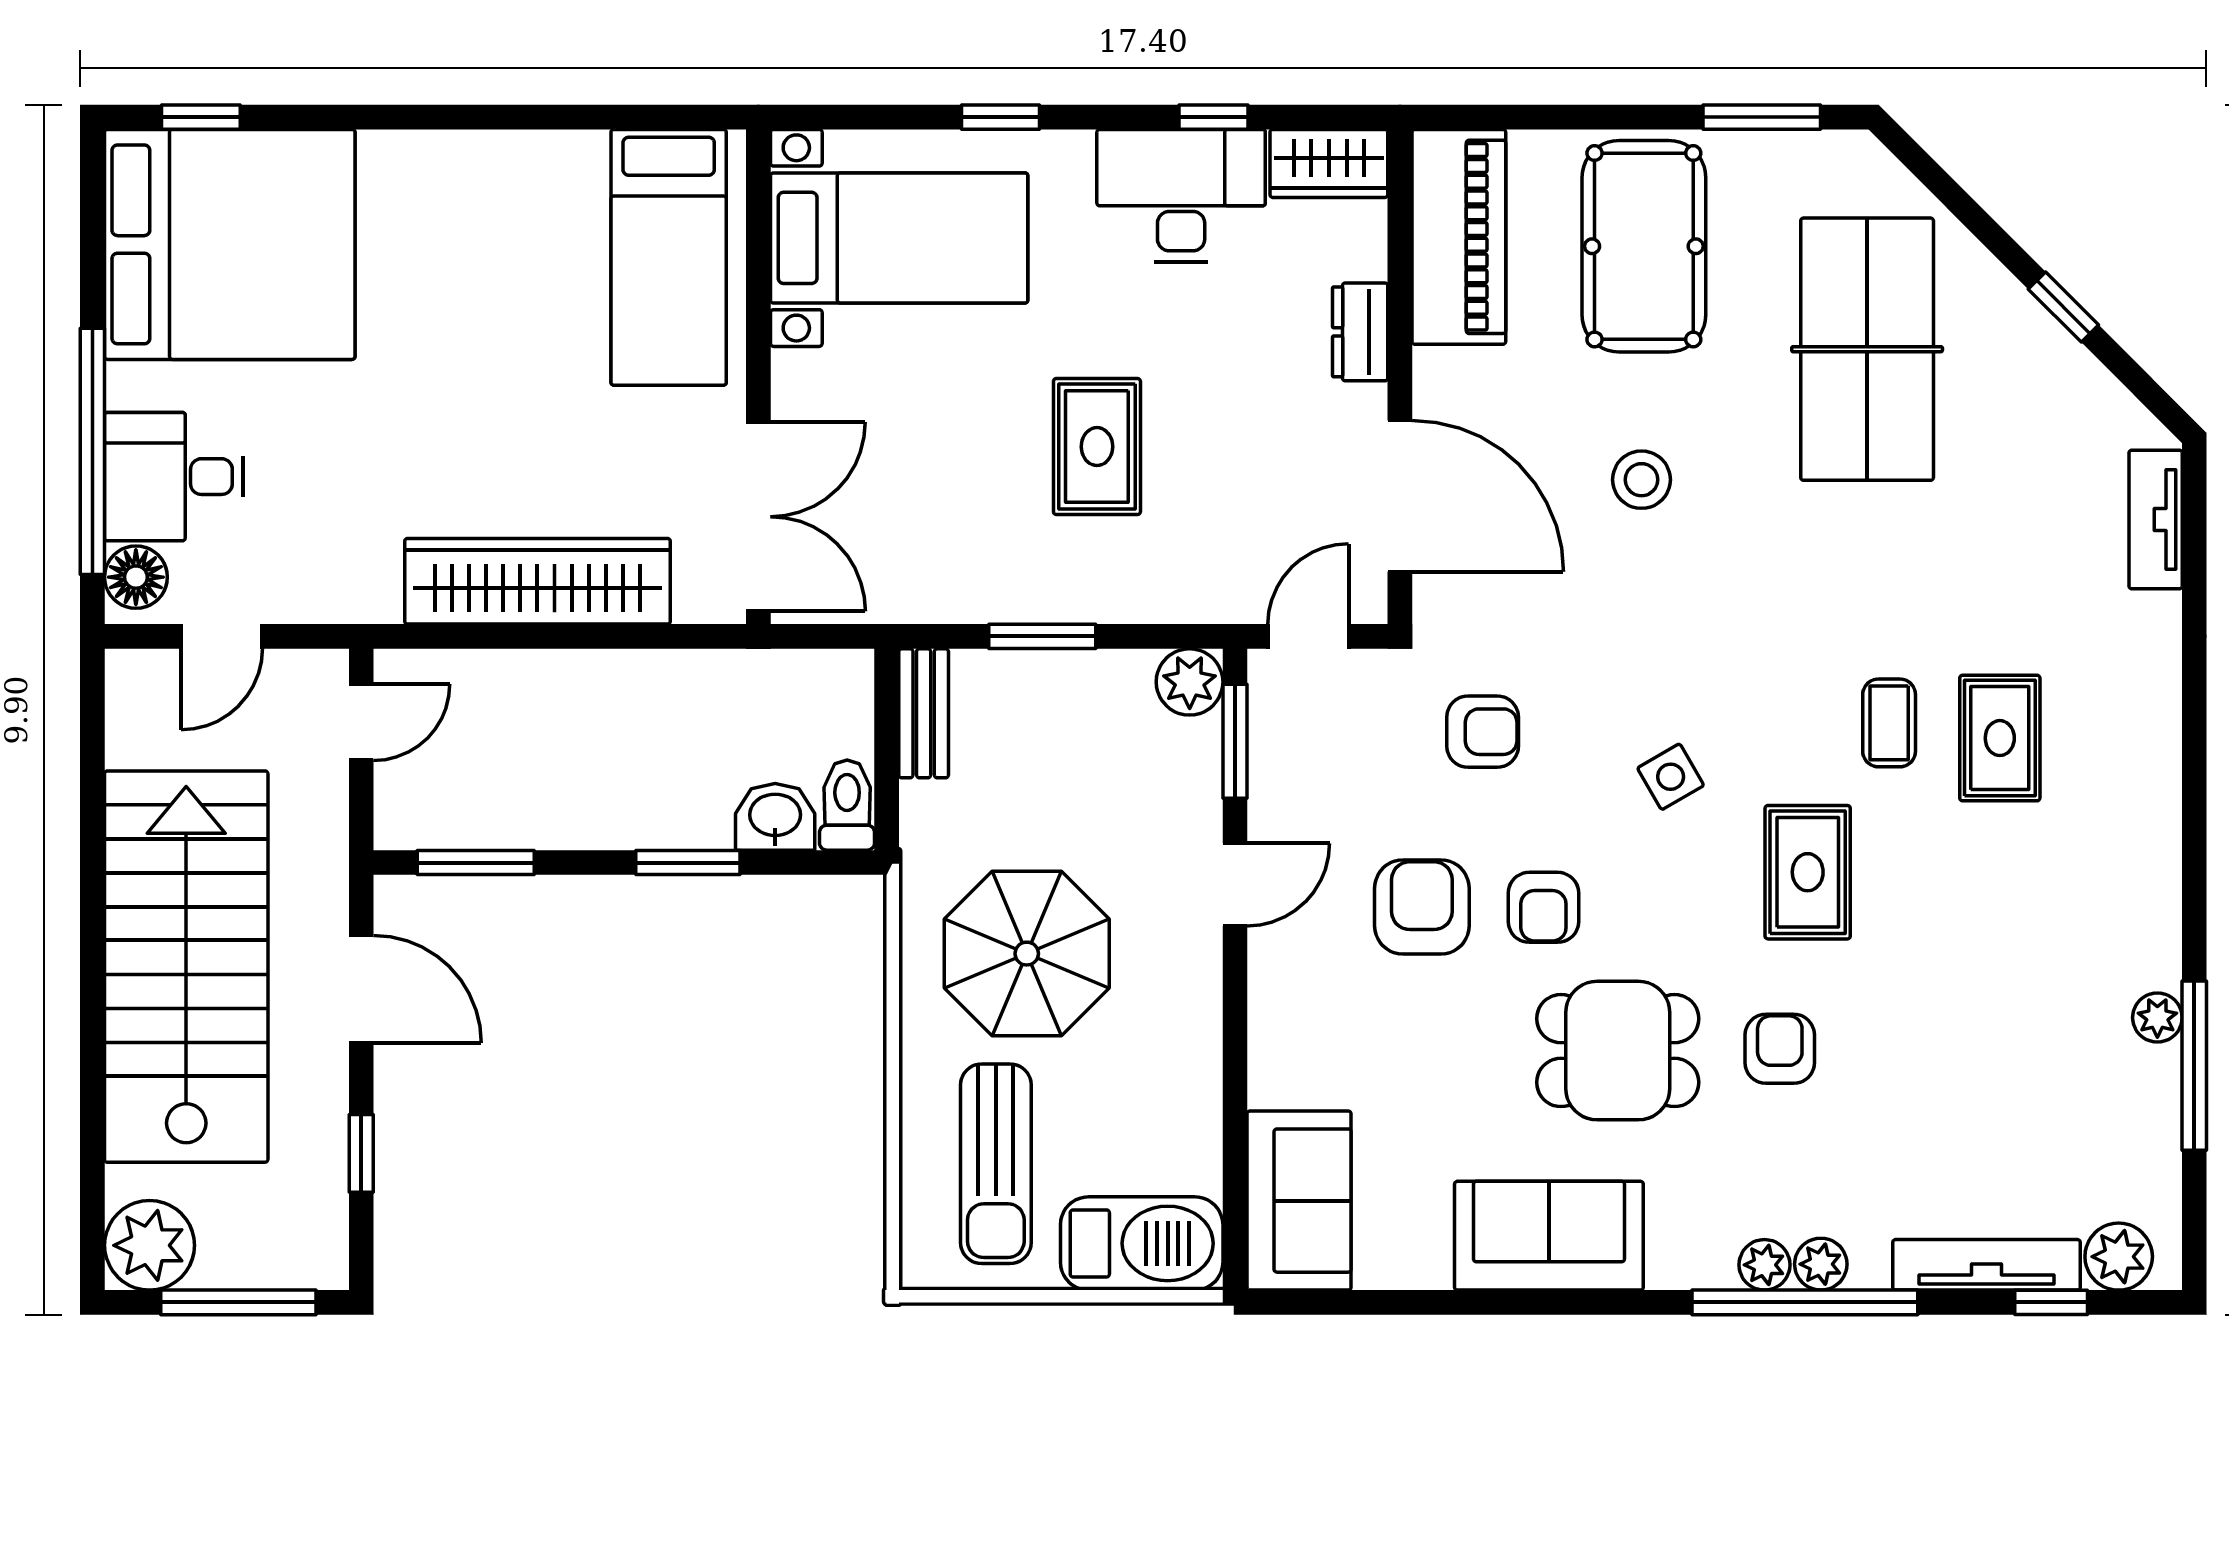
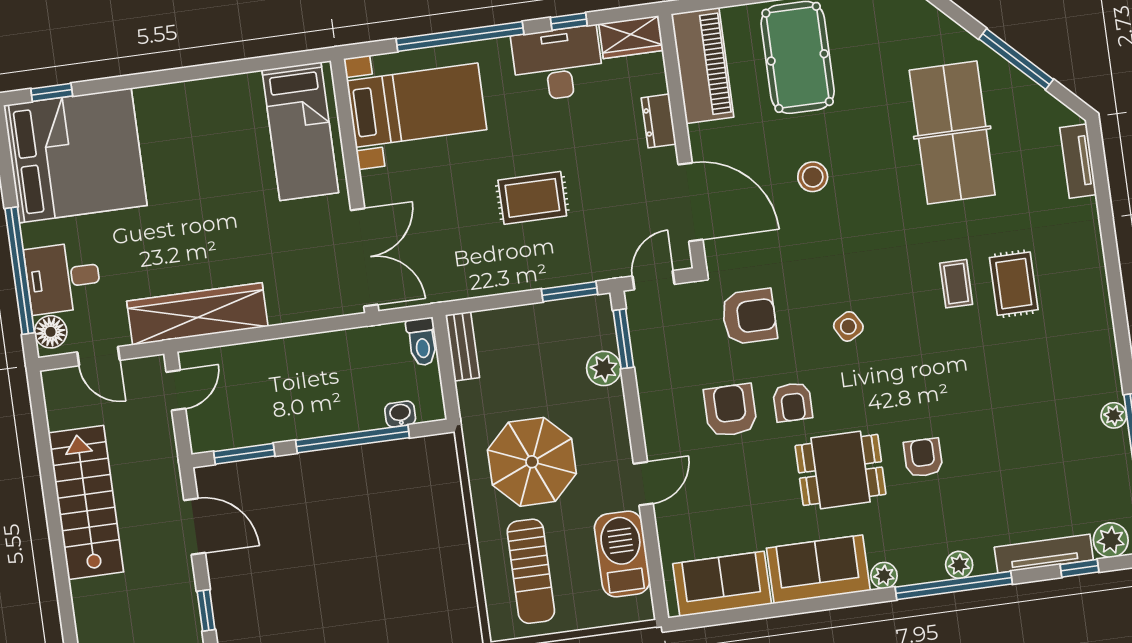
window: (1001, 117) -> (460, 36), width x3.17
window: (2063, 307) -> (1016, 59), width x2.17
table tennis table: (1867, 349) -> (952, 133), moved
rug: (1097, 447) -> (532, 198), turned 90
wardrobe: (537, 581) -> (197, 314), moved
door: (222, 636) -> (99, 356), hinge flipped
window: (1042, 636) -> (570, 292), moved
plant: (1190, 682) -> (604, 368), moved
armchair: (1483, 732) -> (749, 317), width x1.38, depth x1.38
toilet: (847, 805) -> (422, 342), moved, turned 180
washbasin: (775, 817) -> (400, 414), width x0.72, depth x0.69
window: (688, 863) -> (353, 439), width x2.11
rug: (1808, 872) -> (925, 366), removed
door: (1235, 885) -> (643, 484), moved
stairs: (186, 967) -> (86, 502), width x0.73, depth x0.66
sofa: (1299, 1201) -> (722, 584), moved, turned -90
barbecue: (1142, 1243) -> (622, 554), moved, turned -90
plant: (1764, 1265) -> (884, 575), moved

